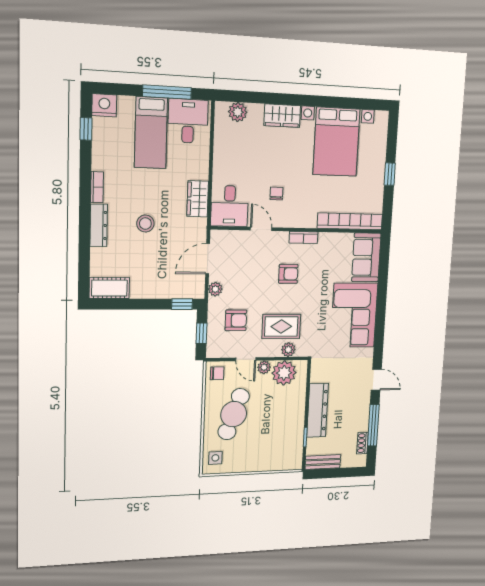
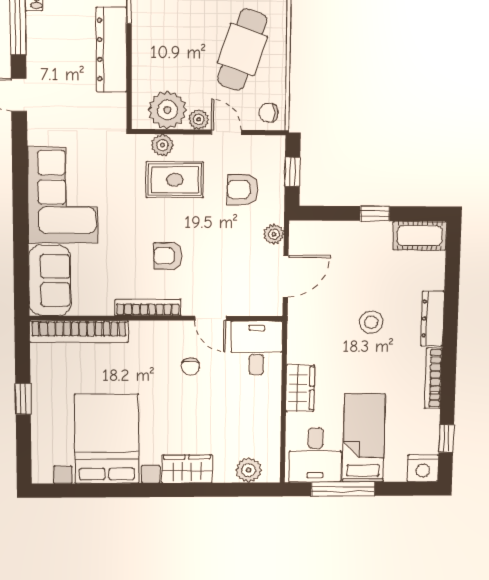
bookcase: (97, 187) -> (433, 378), width x1.56
wardrobe: (198, 199) -> (300, 388), moved
bookcase: (303, 237) -> (148, 308), width x1.56
window: (182, 304) -> (375, 214), moved

